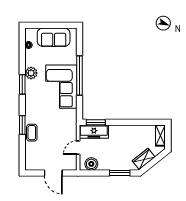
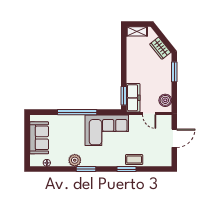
corner sofa: (61, 87) -> (107, 130), moved

